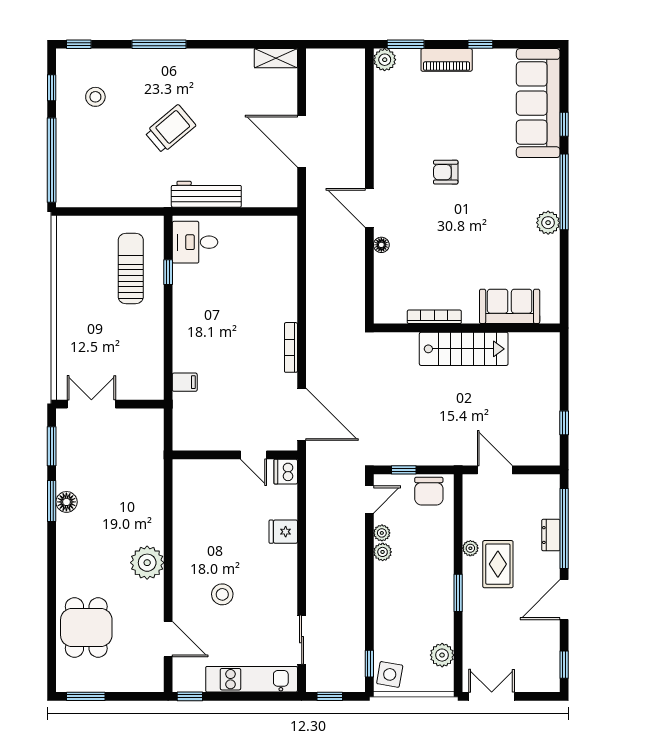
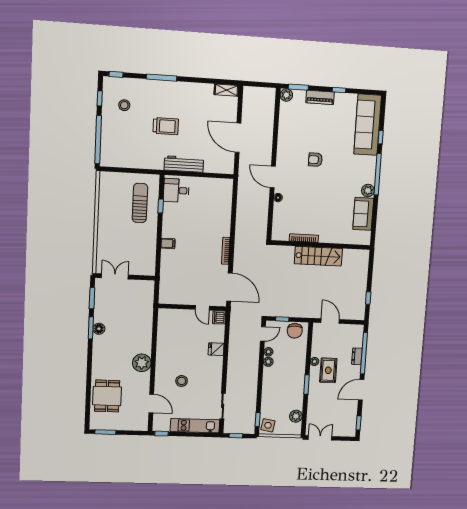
trolley: (170, 129) -> (166, 126), turned 40
sofa: (510, 306) -> (363, 214), moved, turned -90
filing cabinet: (185, 382) -> (168, 243), moved

